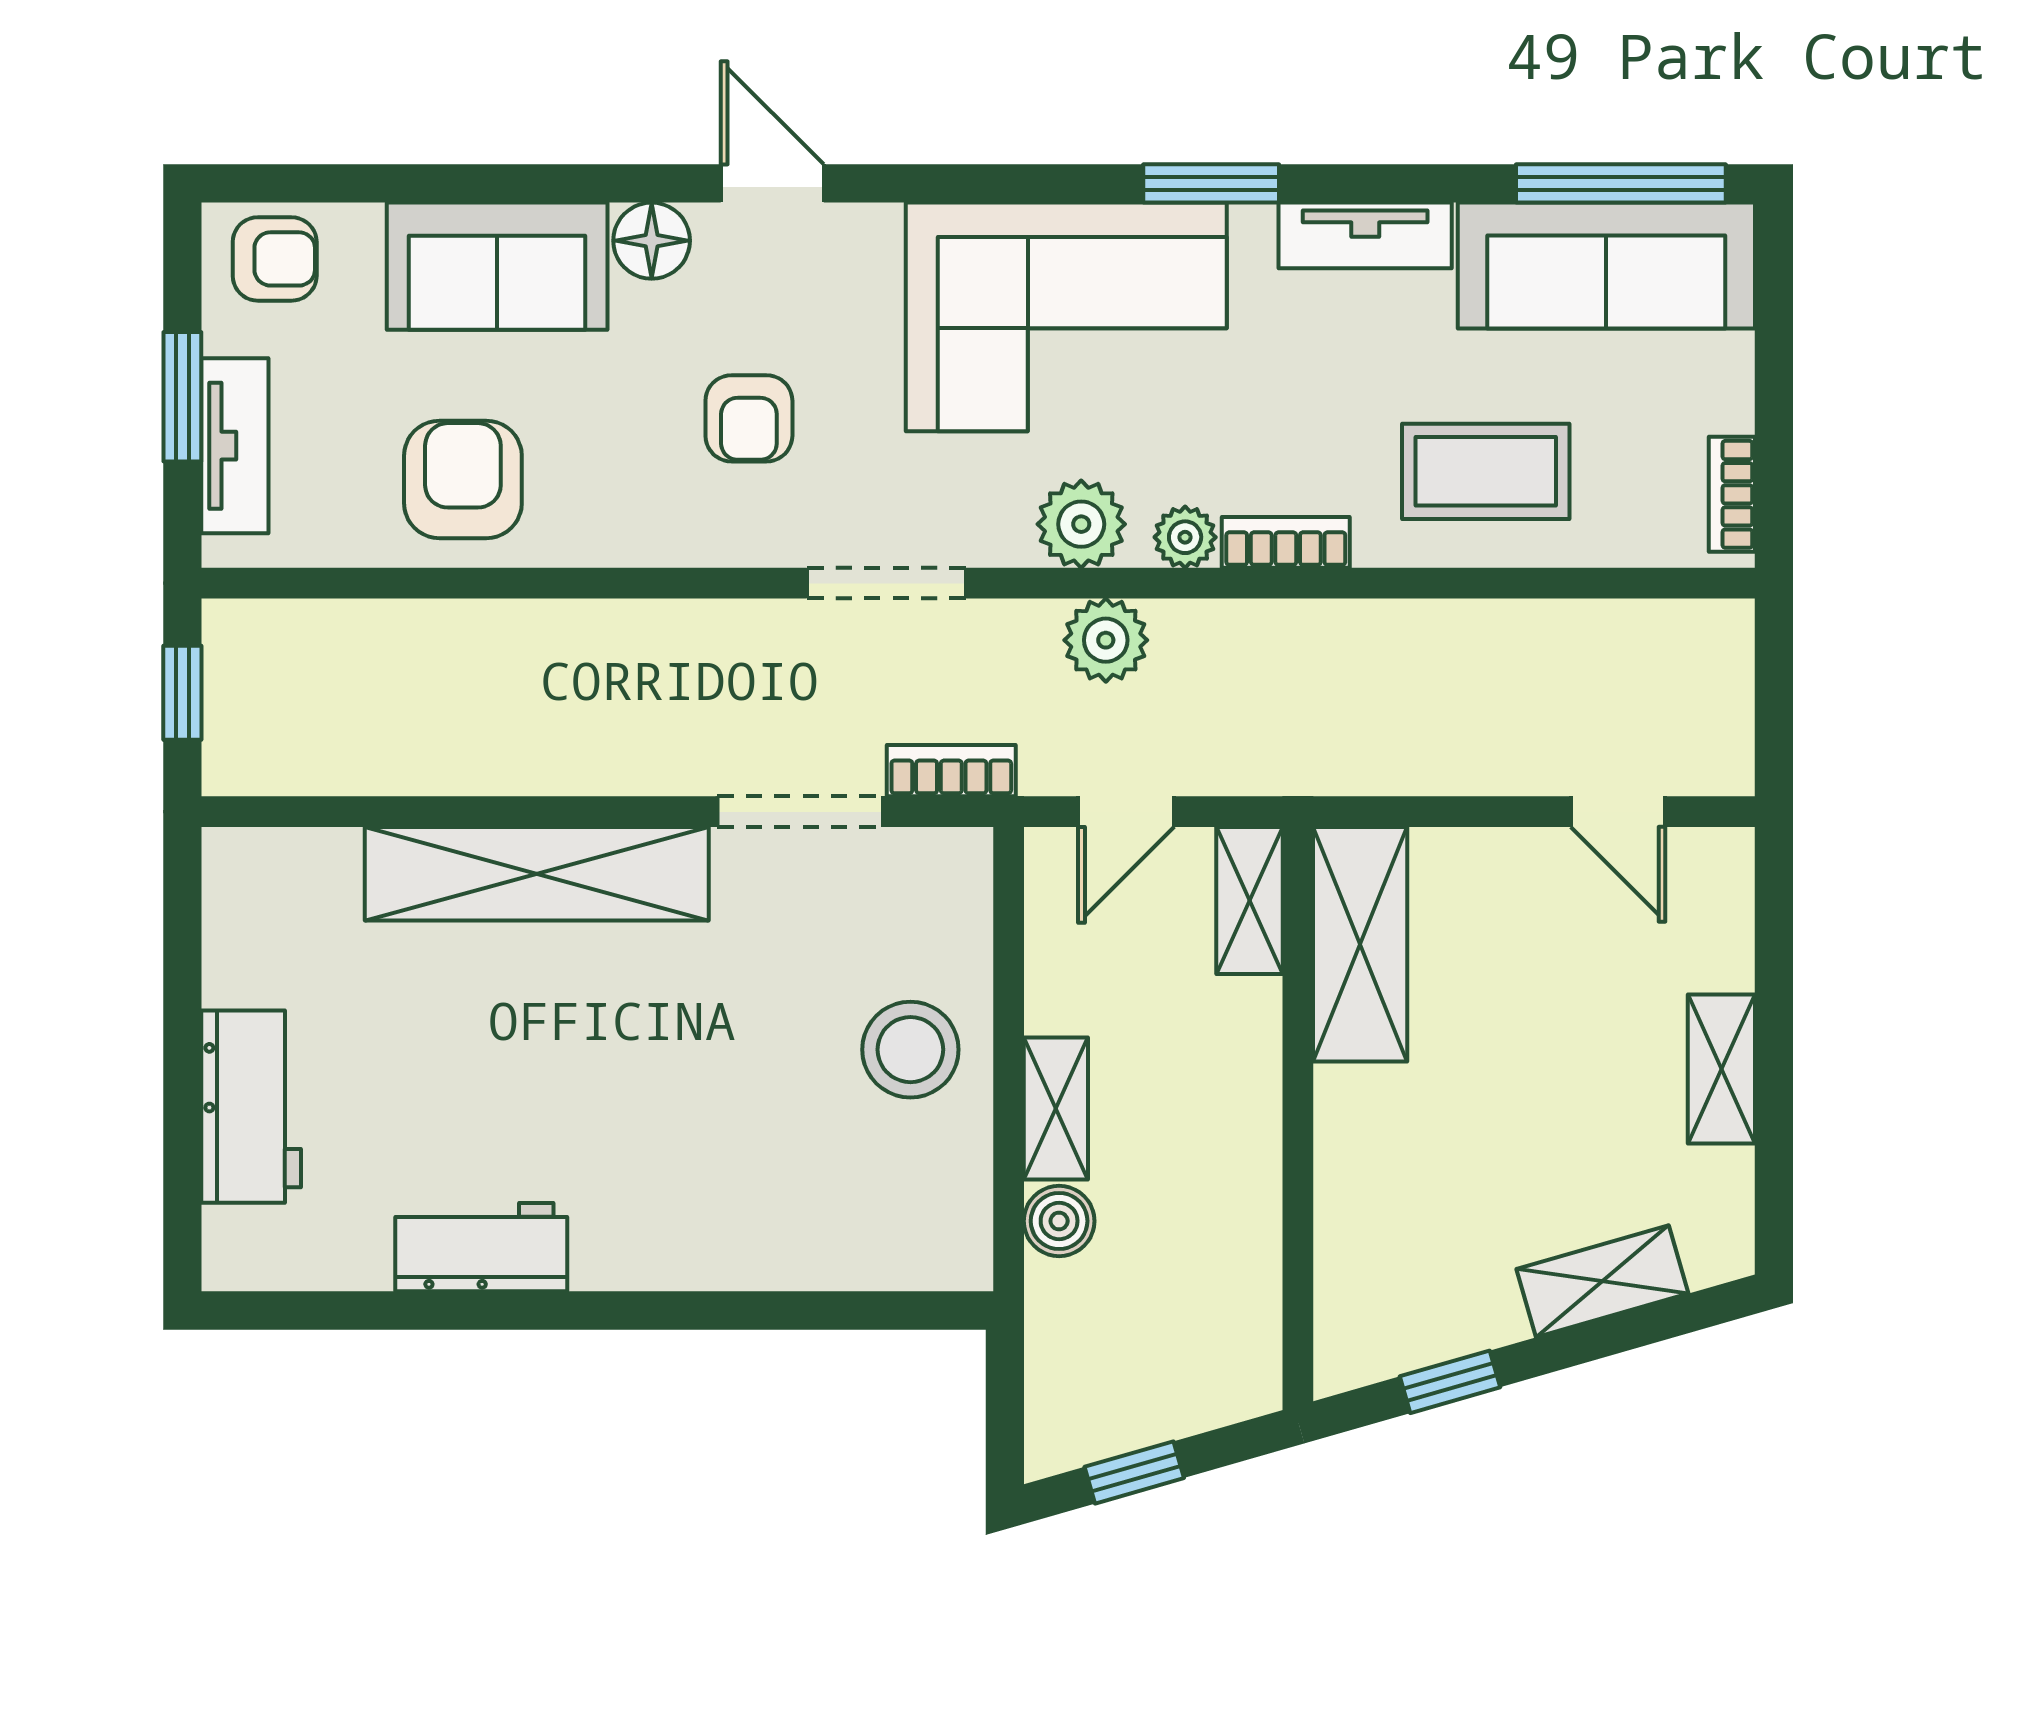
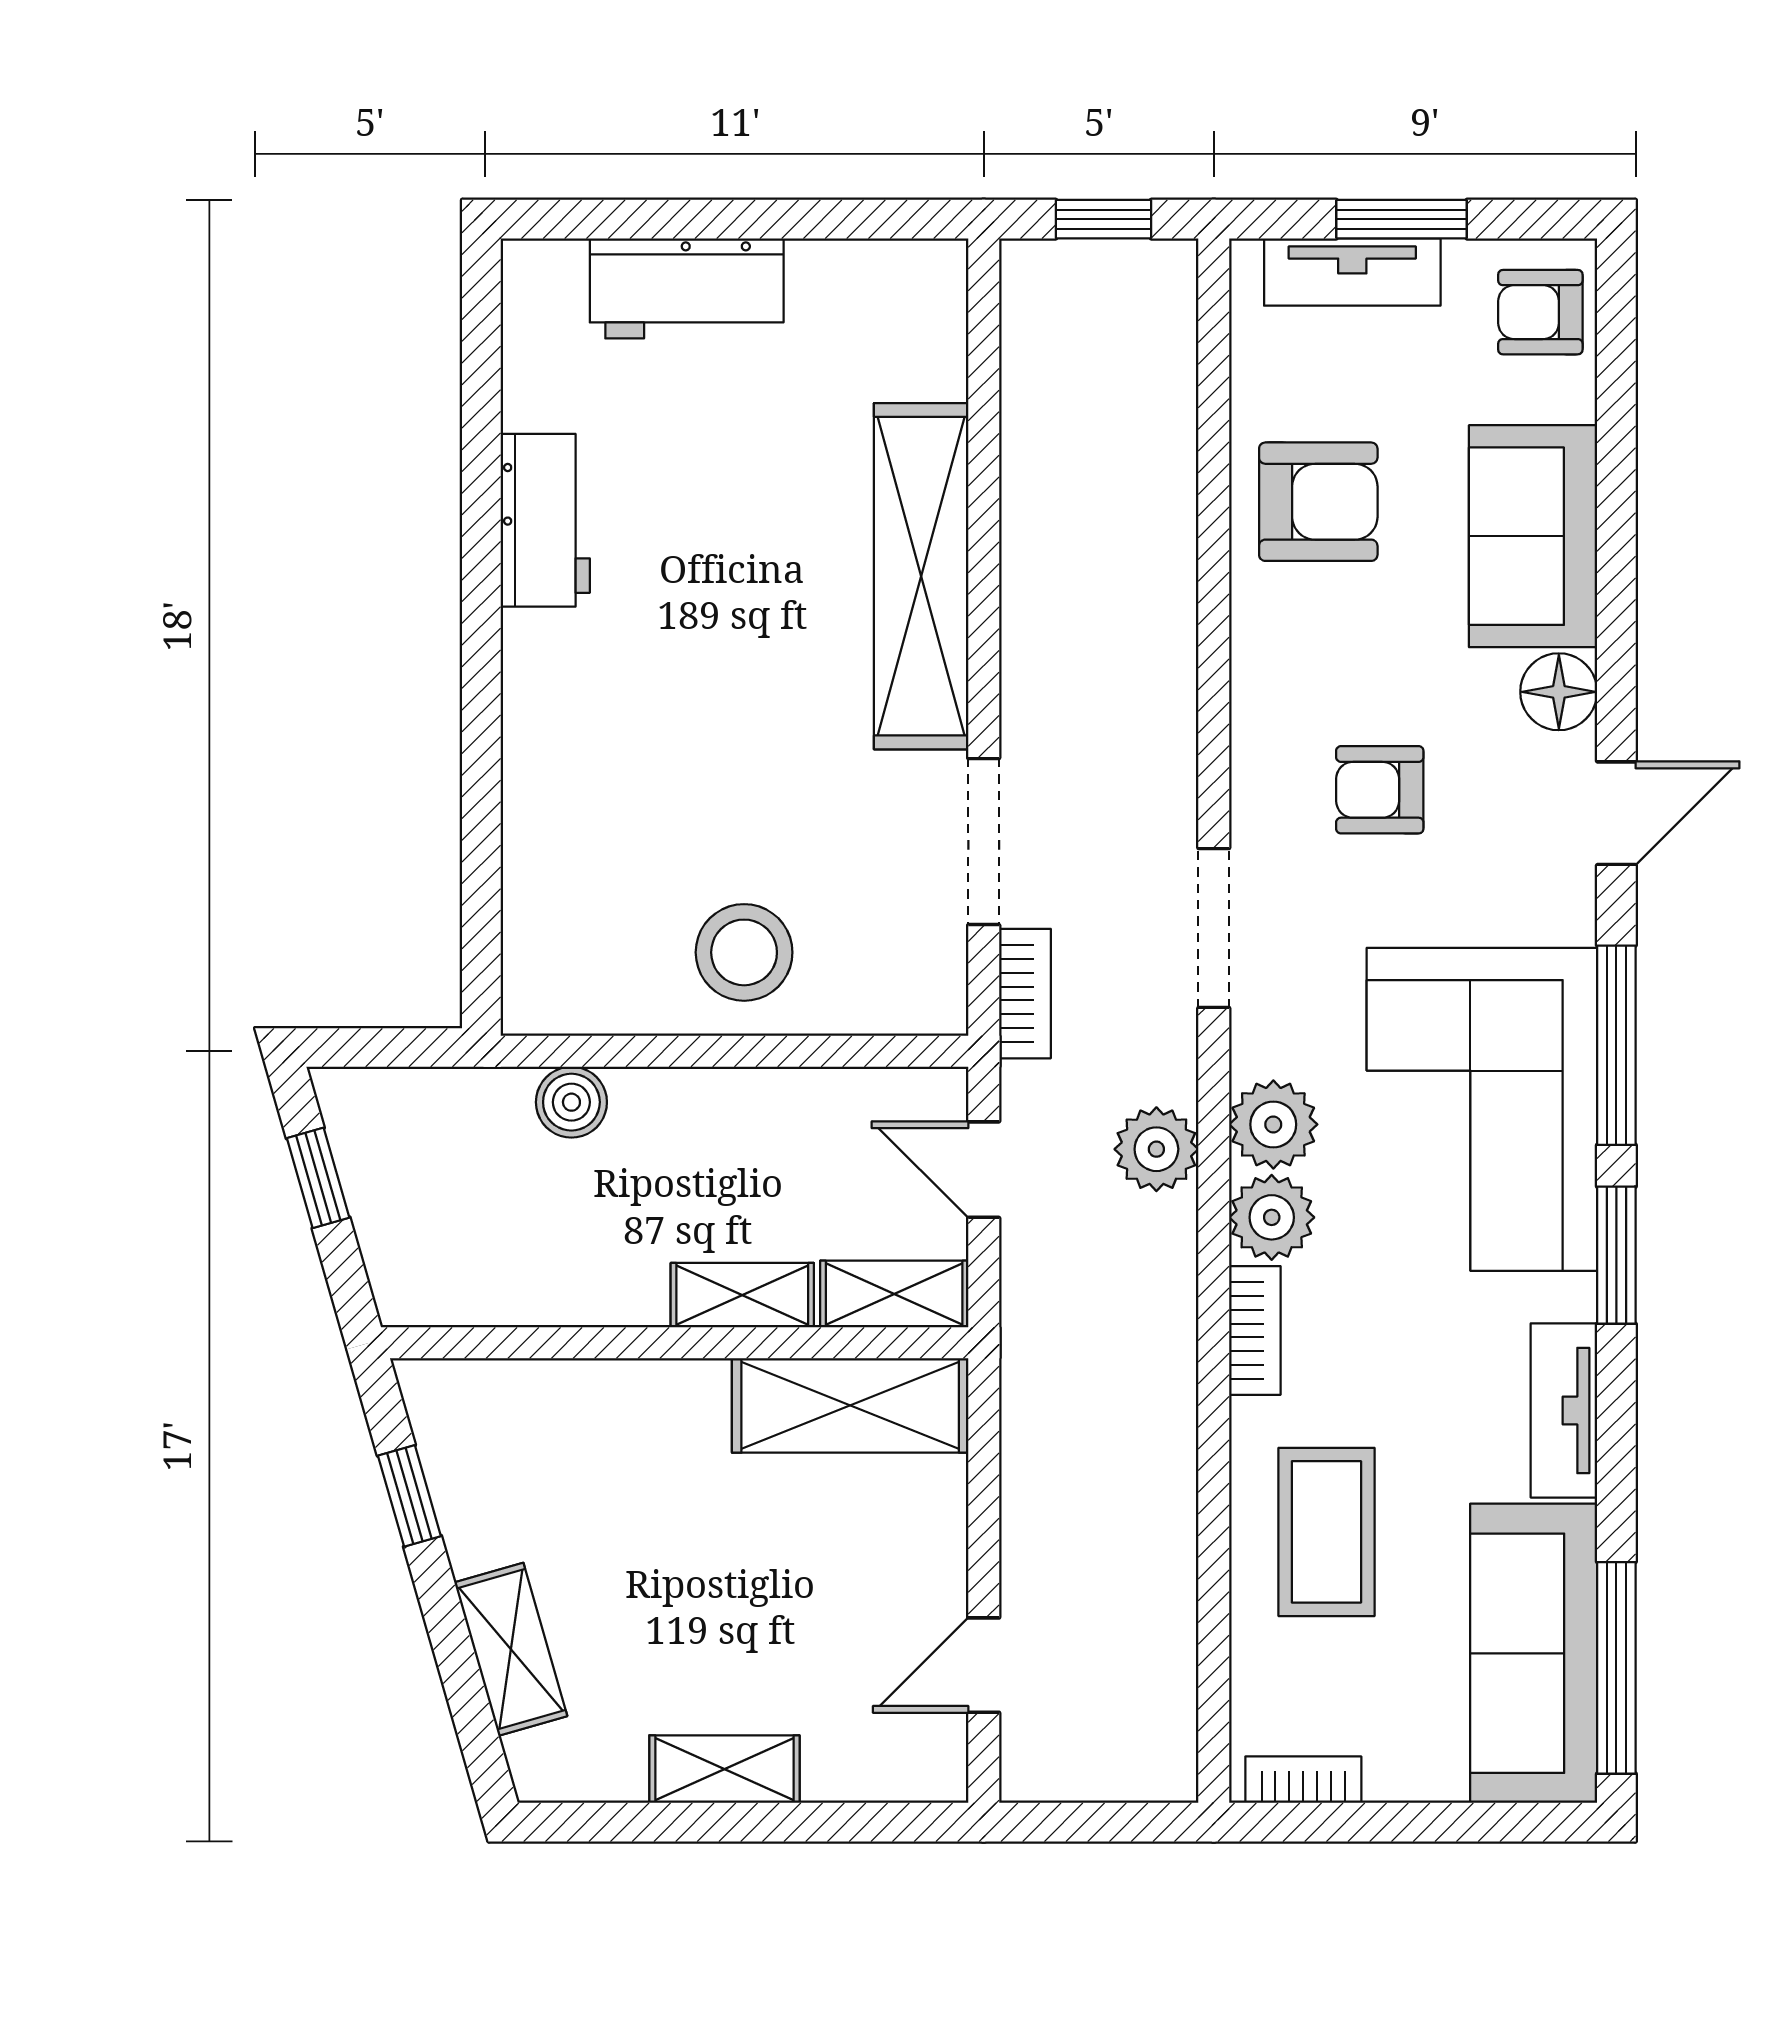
window: (1003, 183) -> (1616, 1045), added
armchair: (275, 259) -> (1540, 312), turned 90
plant: (1185, 537) -> (1272, 1217), width x1.38, depth x1.38
shelving: (1056, 1109) -> (742, 1295), moved

